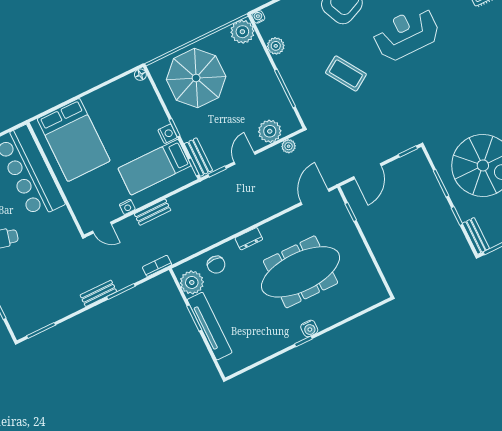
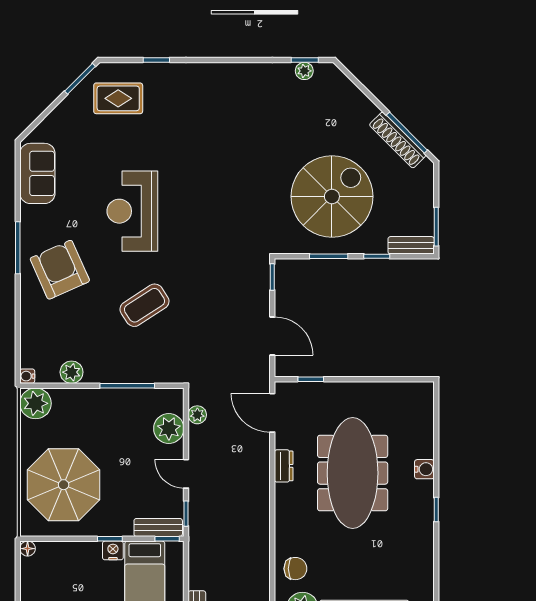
dresser: (249, 239) -> (284, 466), moved
water cooler: (309, 328) -> (424, 469), moved

